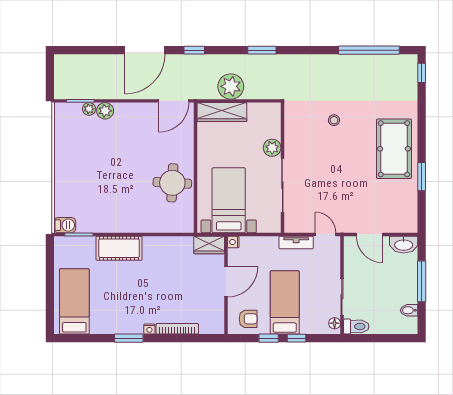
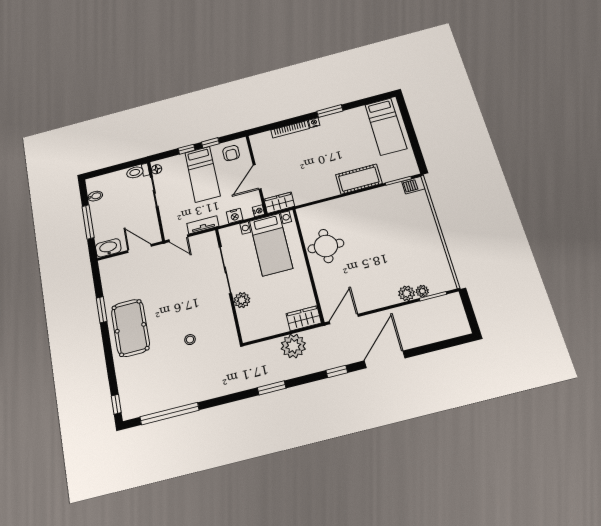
wardrobe: (222, 112) -> (304, 318), width x0.67
nightstand: (260, 243) -> (235, 216), added
armchair: (248, 319) -> (231, 153), turned -90

